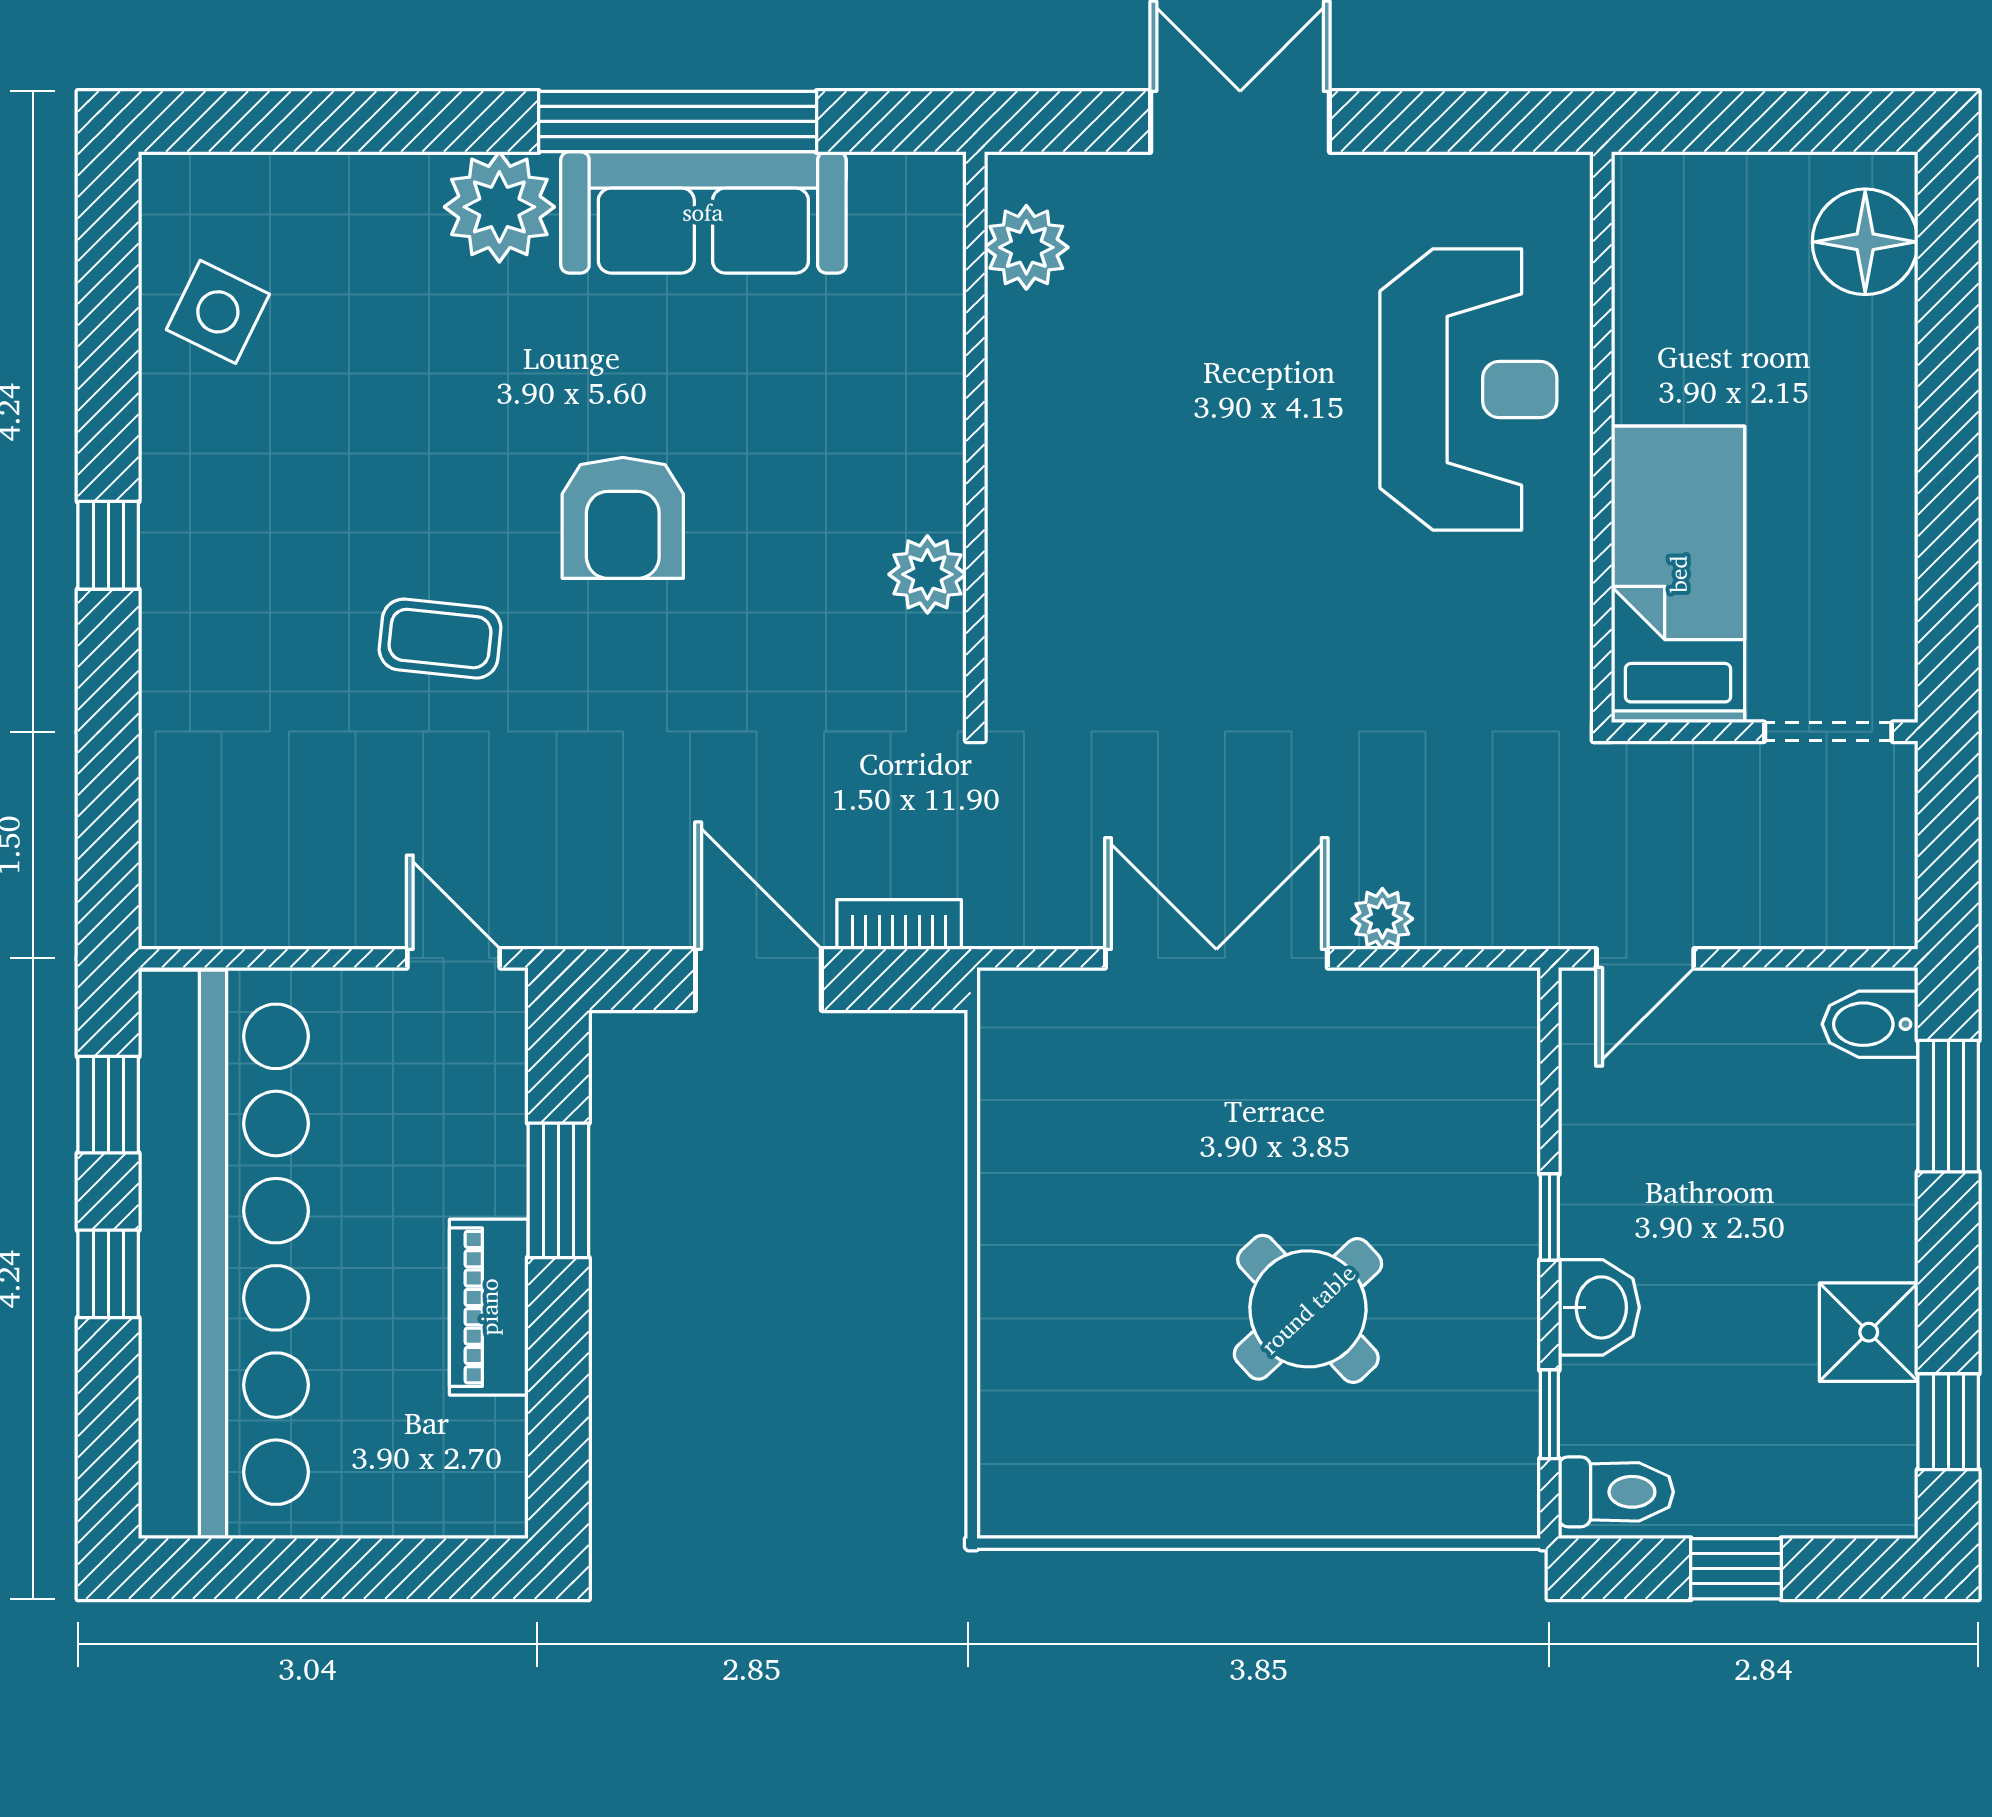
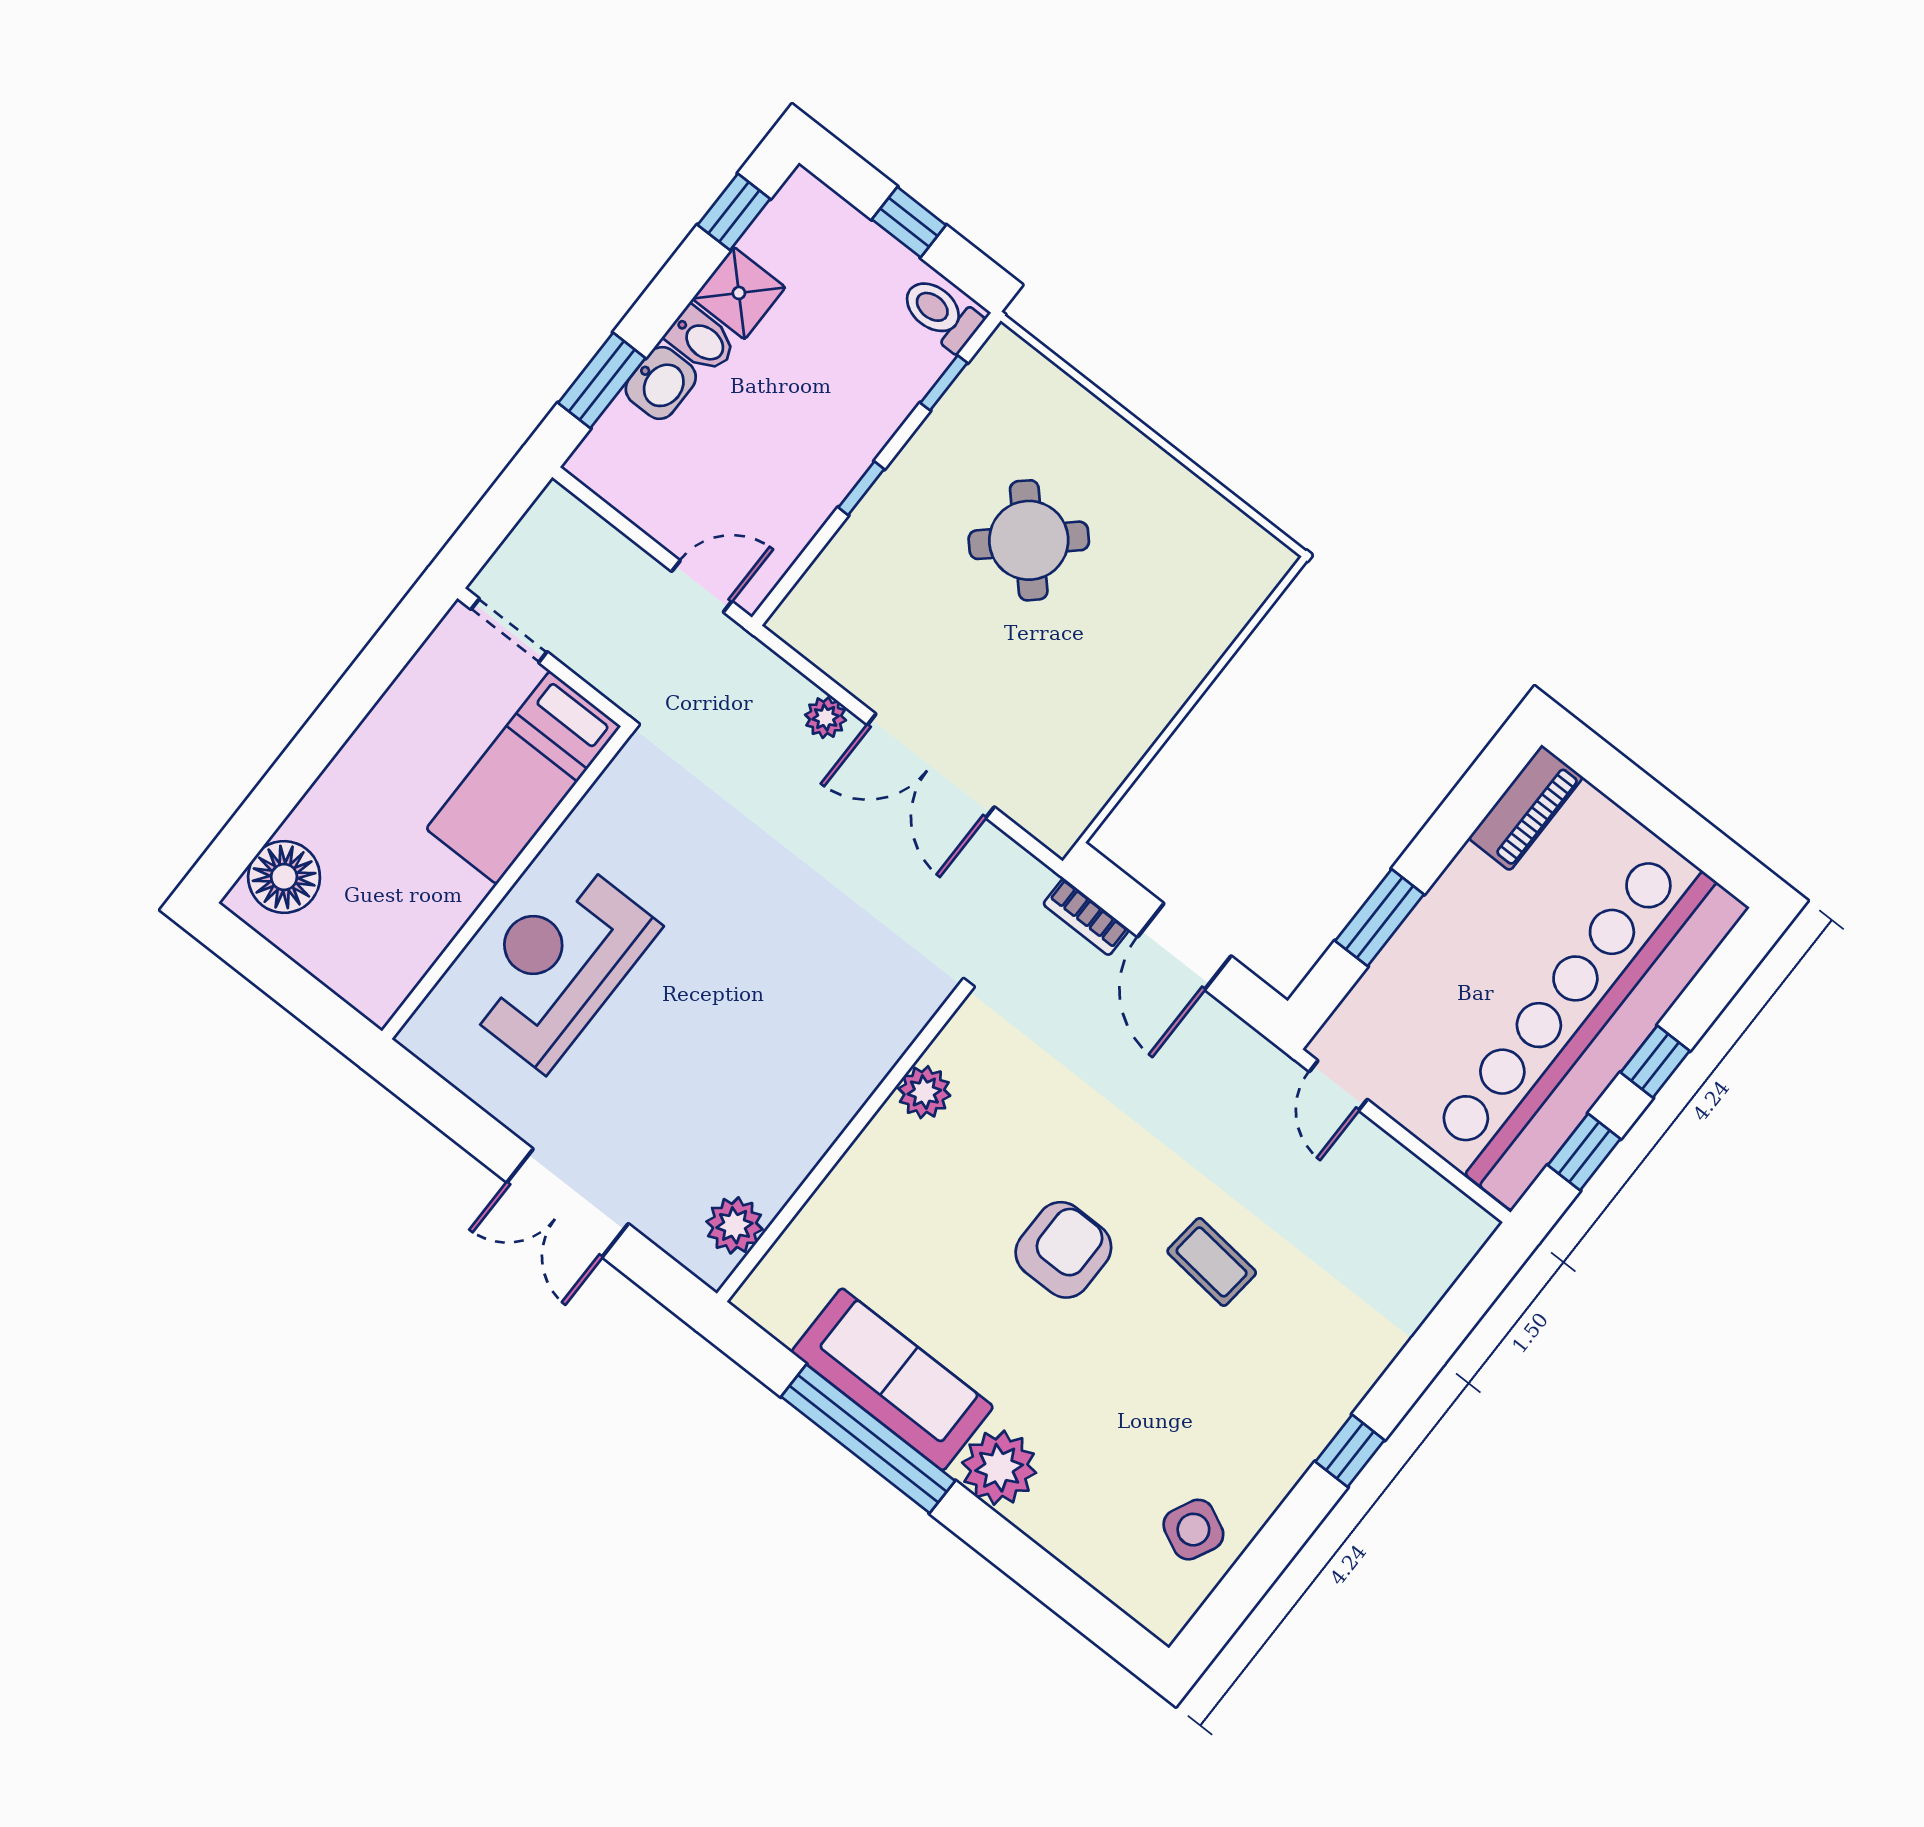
bidet: (1870, 1024) -> (701, 340), moved
piano: (489, 1307) -> (1526, 808), moved
washbasin: (1599, 1307) -> (661, 383), moved, turned 180

